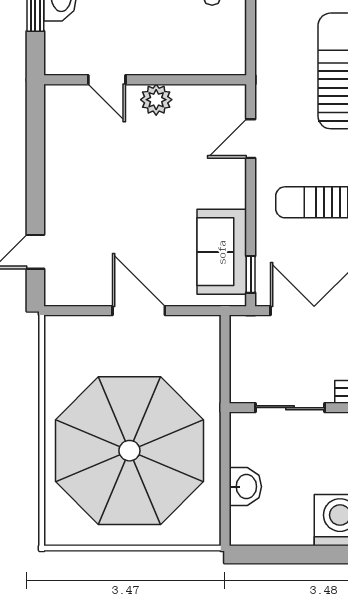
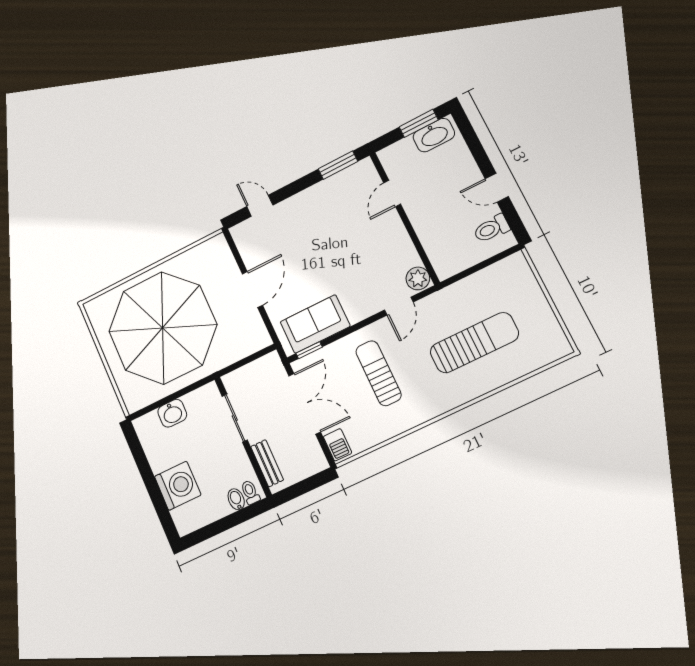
plant: (156, 100) -> (418, 278), moved
window: (35, 129) -> (338, 165), added
door: (251, 139) -> (399, 306), swing flipped

